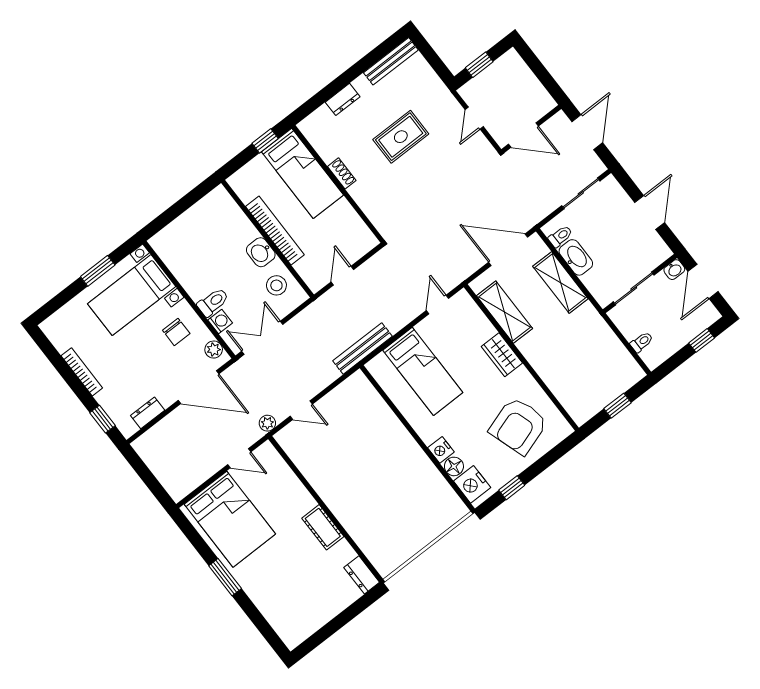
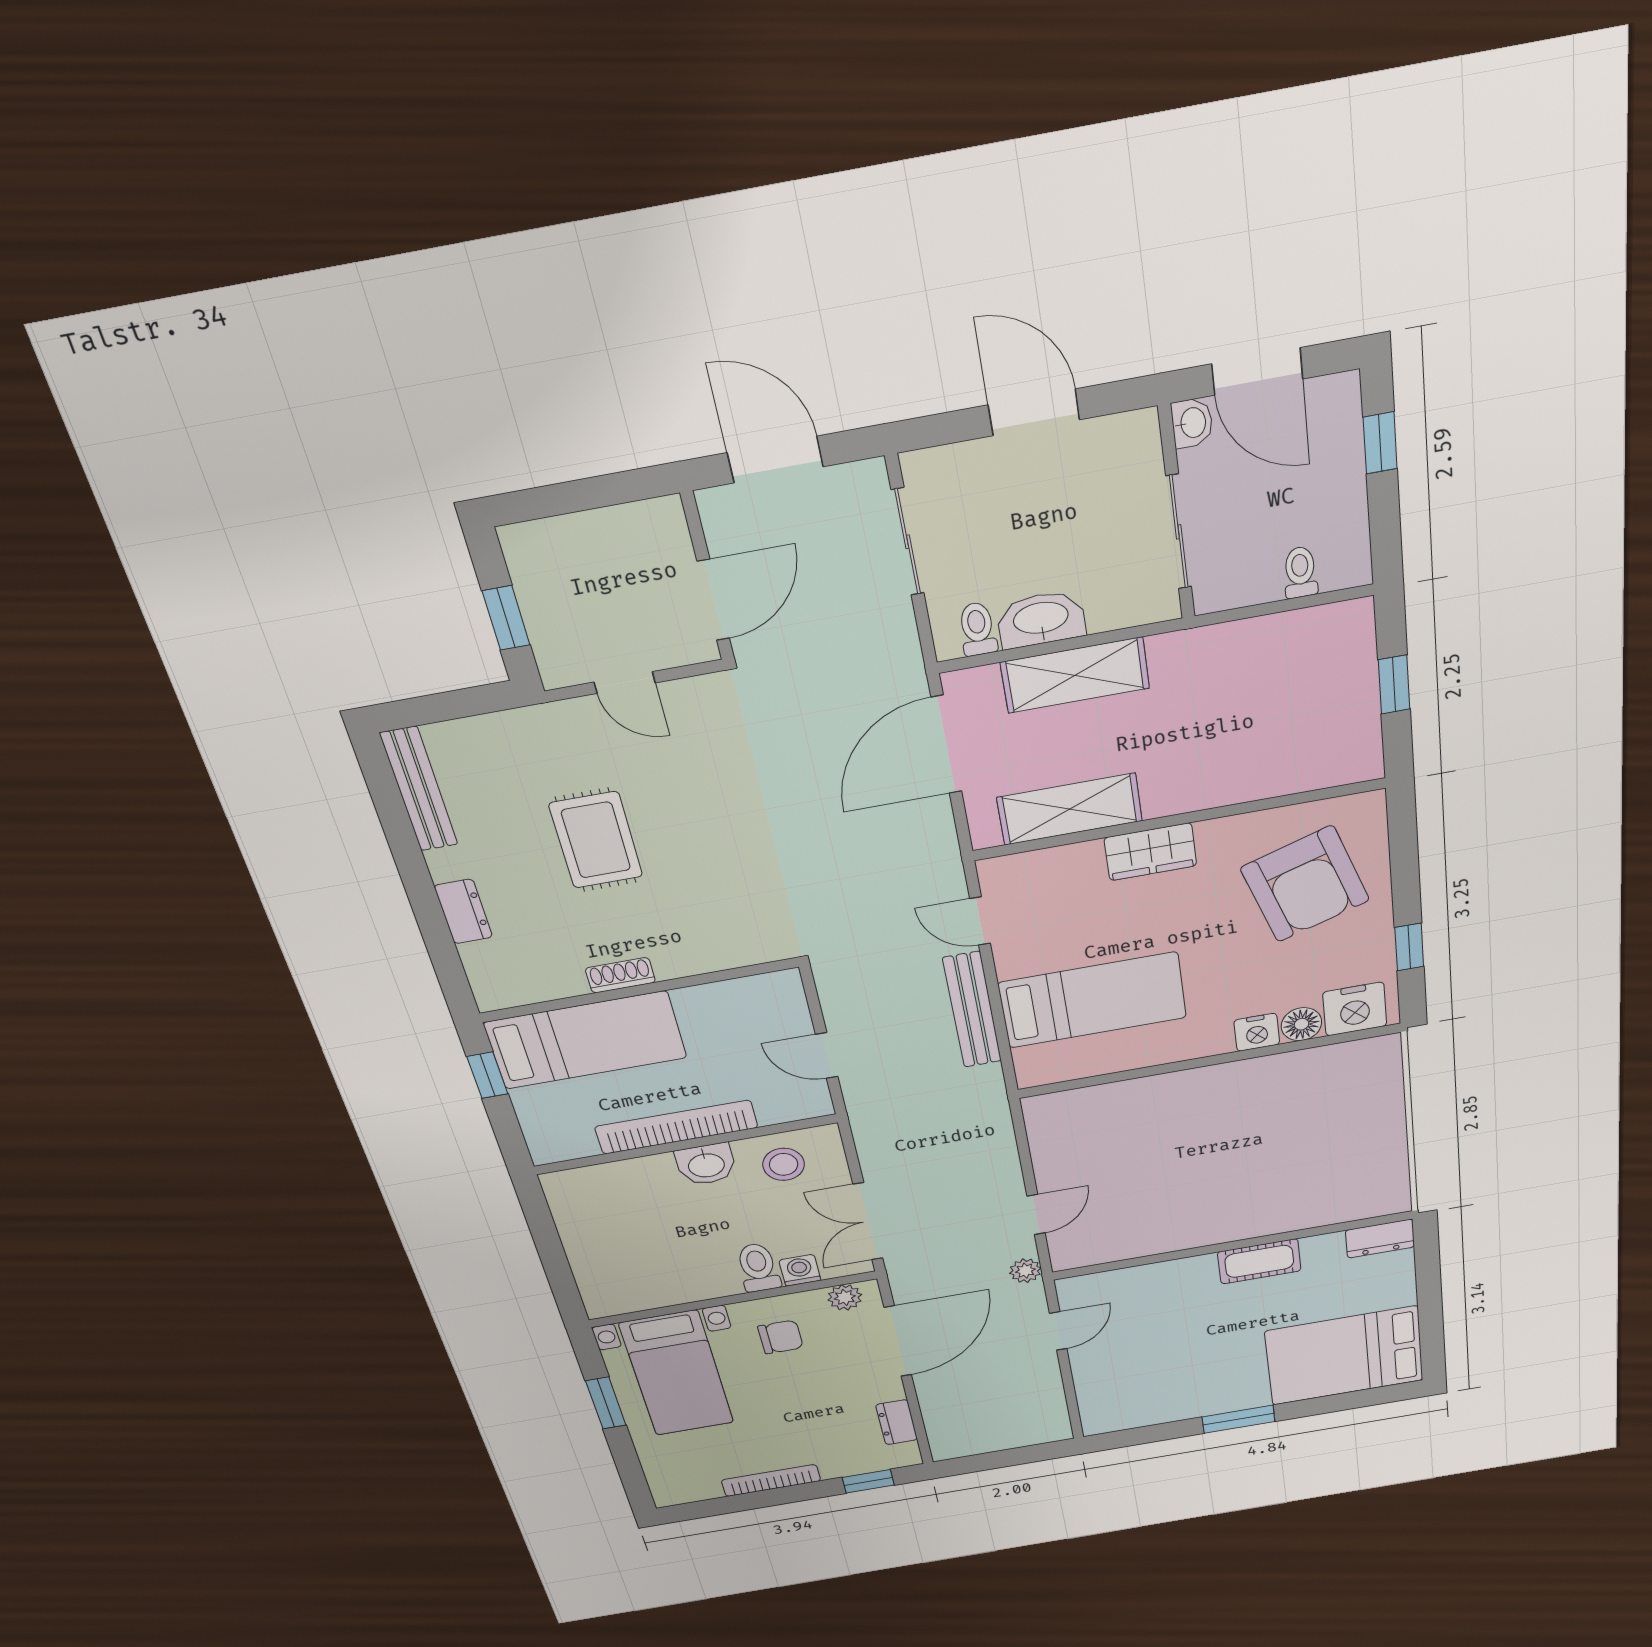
bench: (363, 349) -> (972, 1010), moved
bed: (230, 519) -> (1344, 1356), moved, turned 180

